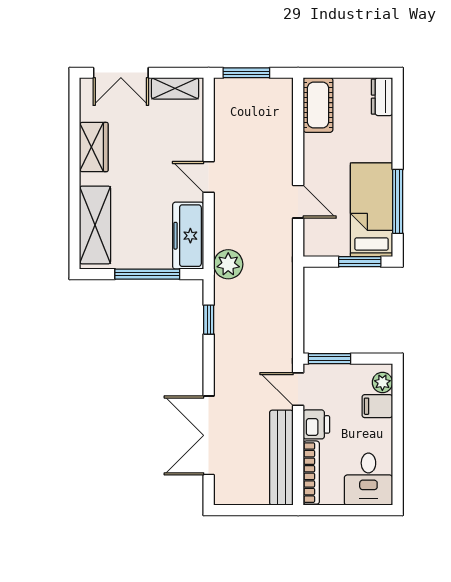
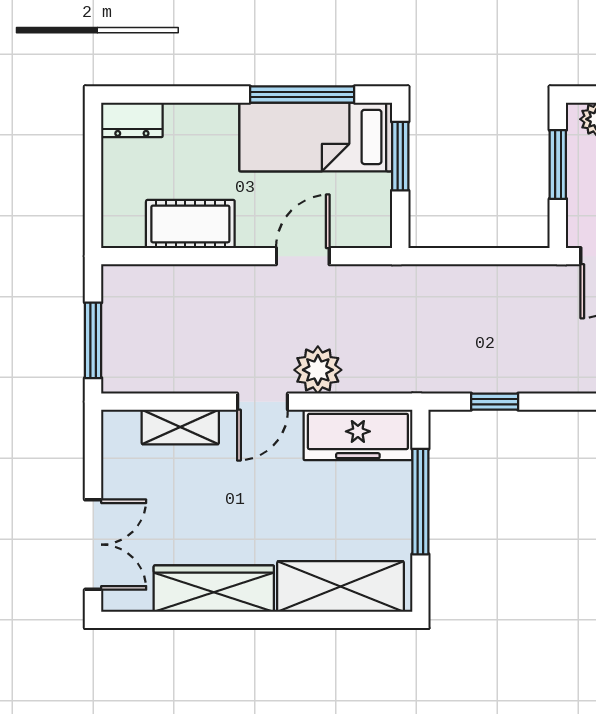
shelving: (175, 88) -> (180, 427), moved, turned 90
cot: (318, 105) -> (190, 224), moved
wardrobe: (94, 147) -> (214, 589), width x1.50
plant: (228, 264) -> (318, 370), moved
window: (329, 359) -> (558, 164), moved

